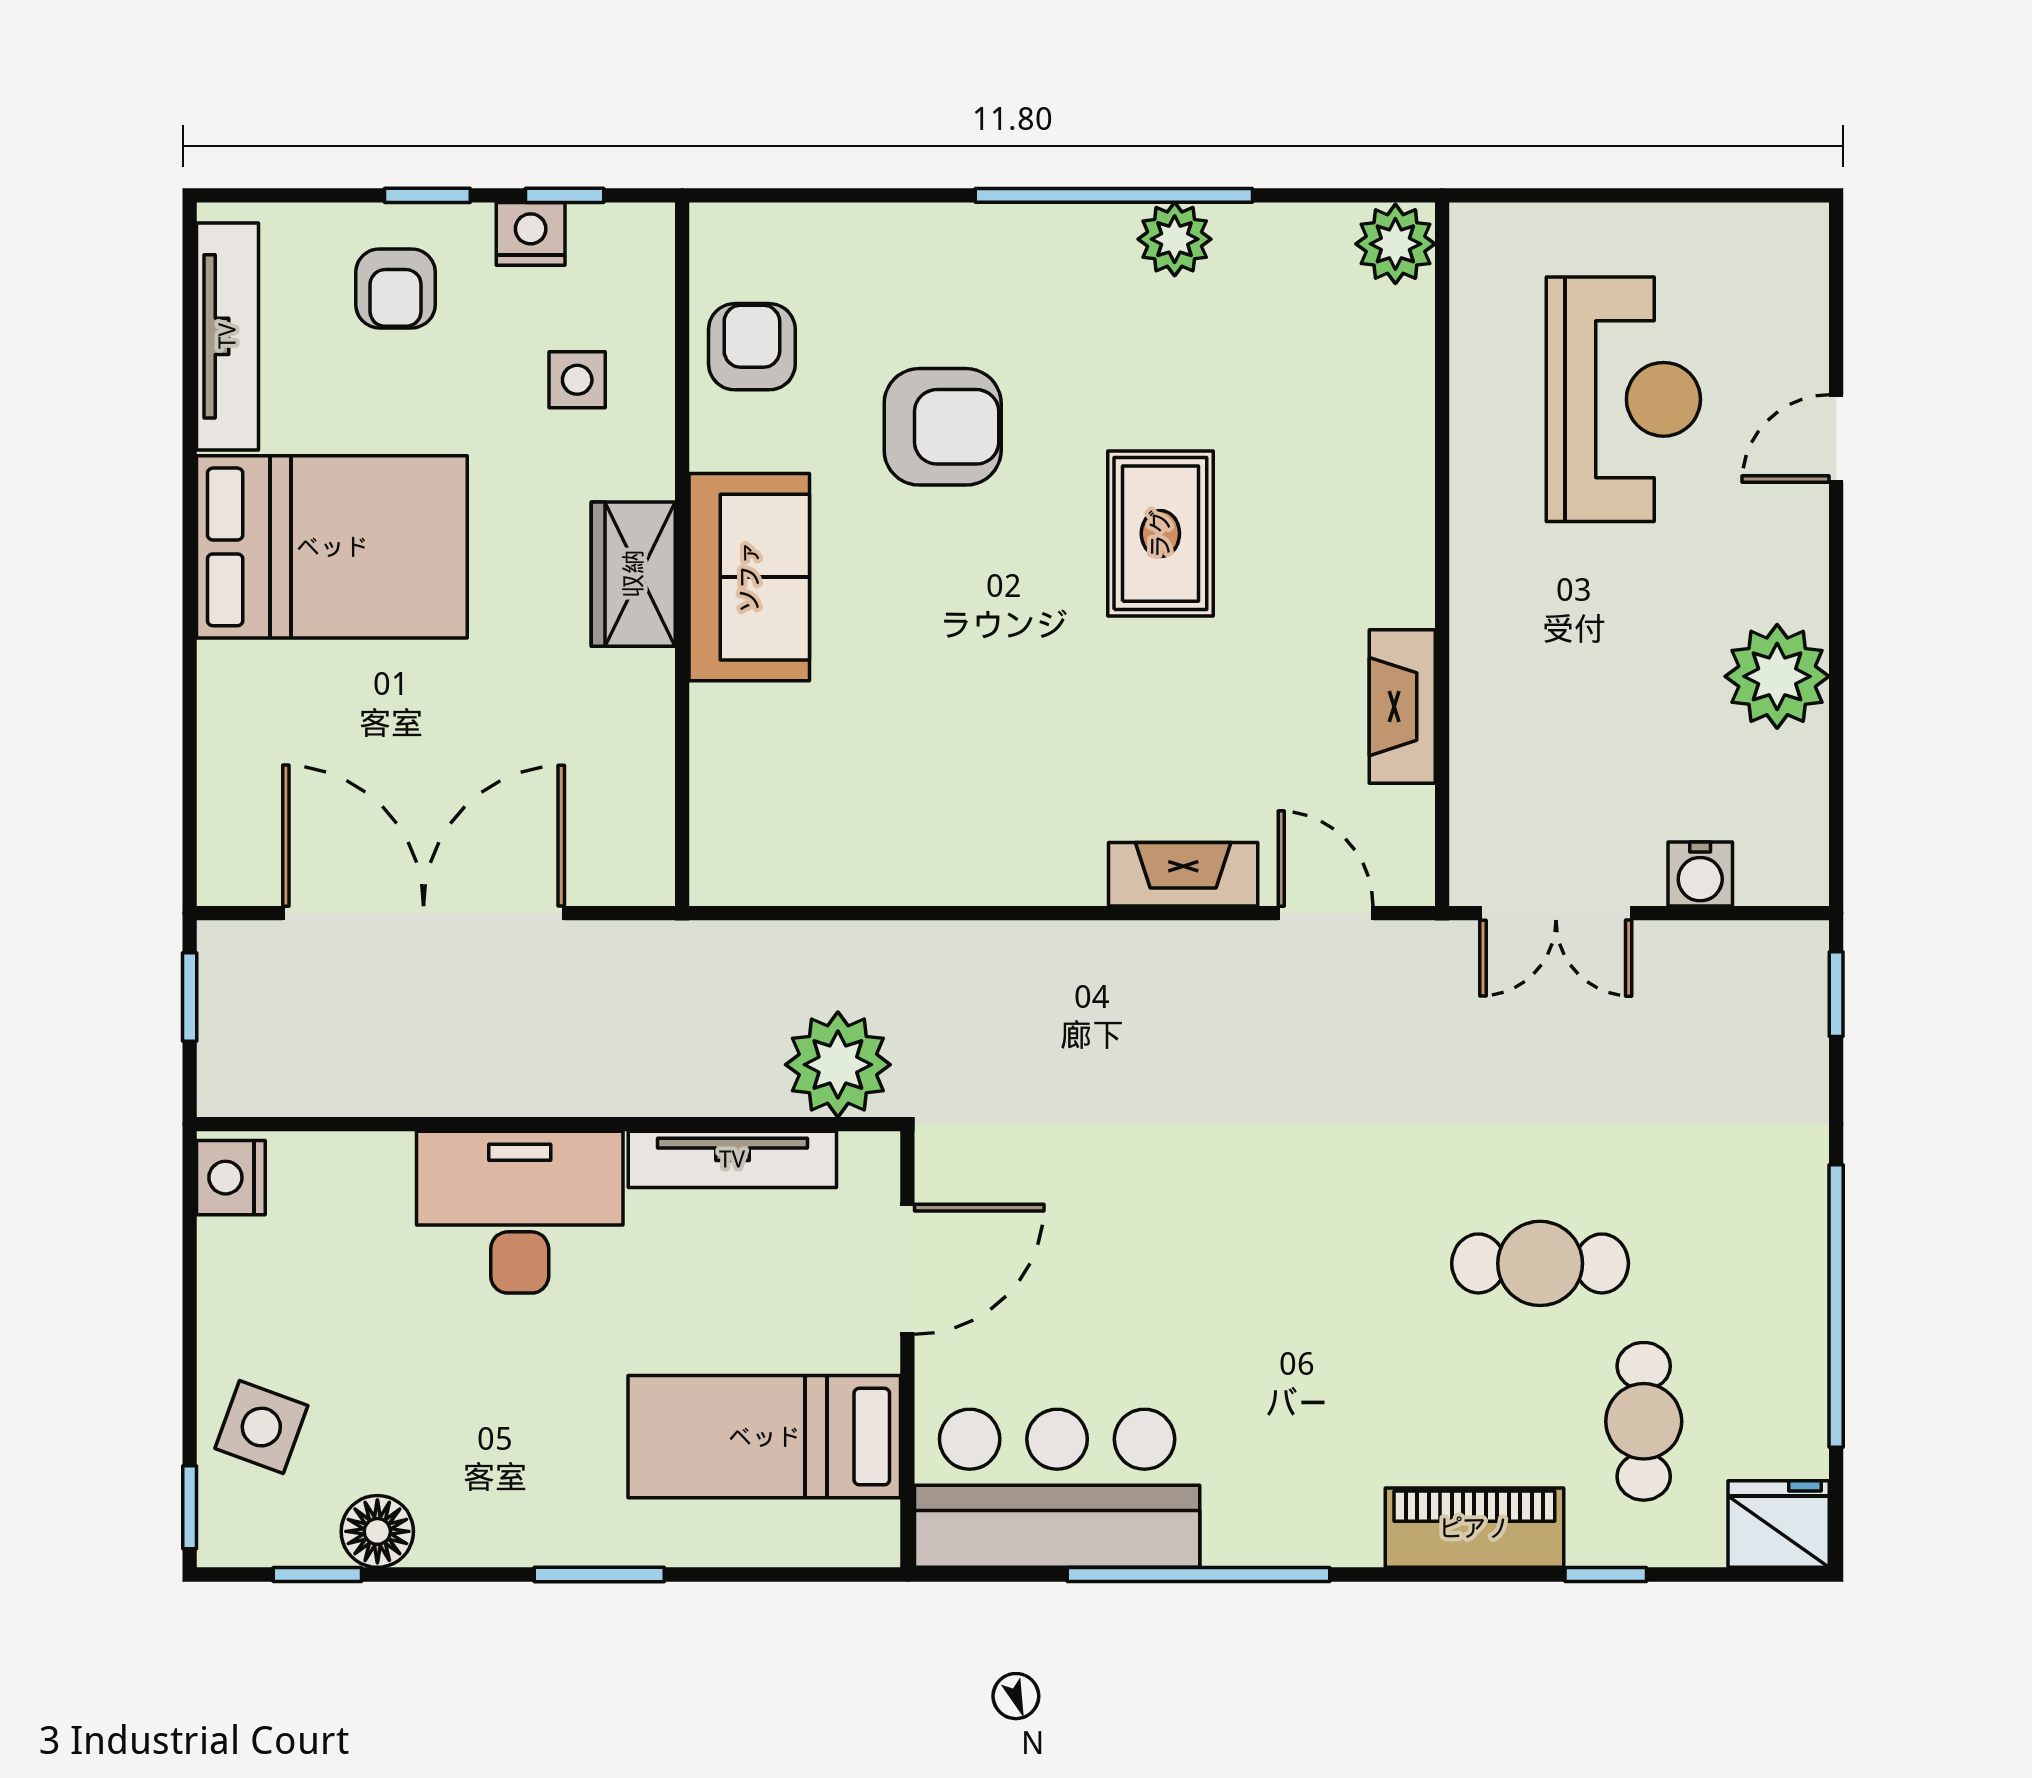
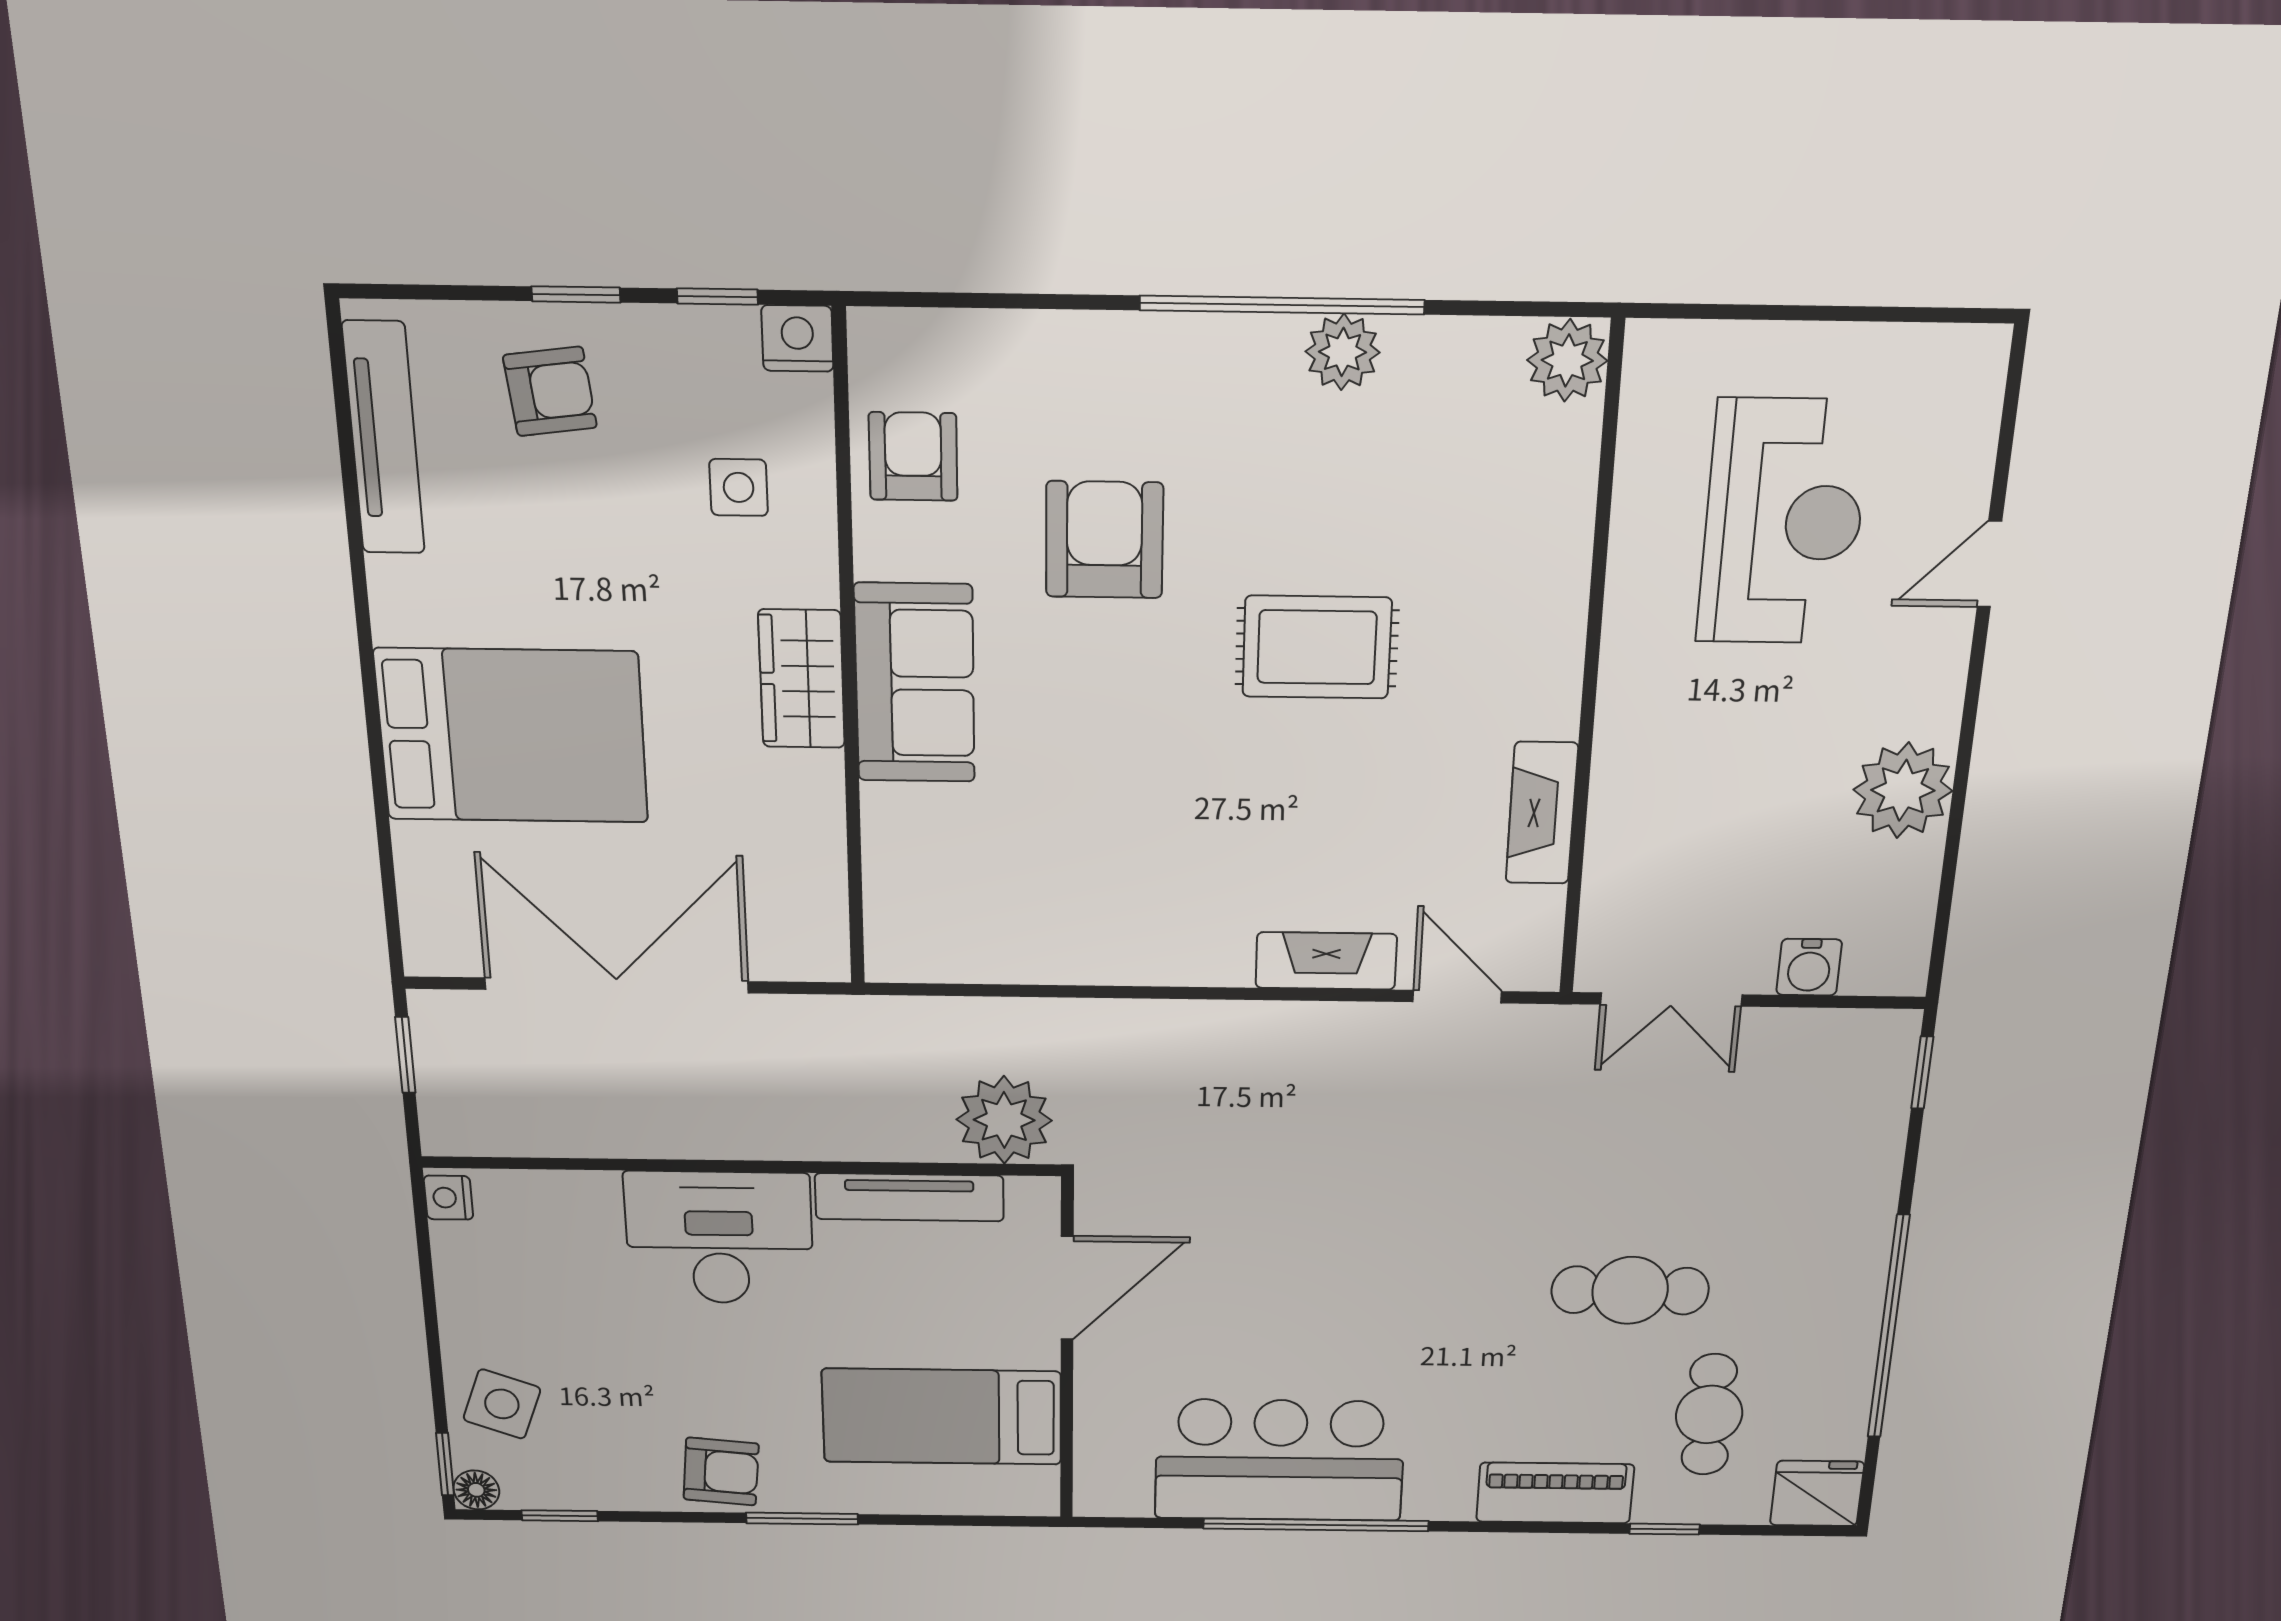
nightstand: (531, 234) -> (797, 338), moved
armchair: (396, 288) -> (550, 391), turned -97
armchair: (943, 427) -> (1104, 540), turned -90
rug: (1160, 534) -> (1317, 647), turned 90
bed: (332, 547) -> (512, 736), moved
nightstand: (231, 1178) -> (448, 1198), width x0.72, depth x0.74
bar counter: (1057, 1488) -> (1280, 1460), moved
armchair: (508, 1513) -> (721, 1472), added
floor lamp: (377, 1531) -> (476, 1490), moved, width x0.73, depth x0.73

